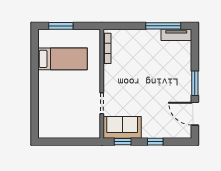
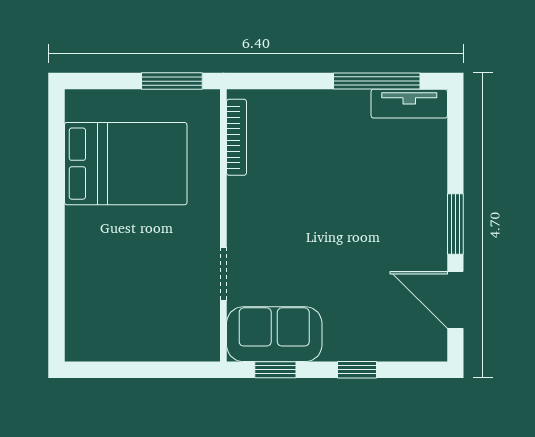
window: (61, 26) -> (172, 81), moved
bed: (63, 59) -> (126, 164), width x1.50

